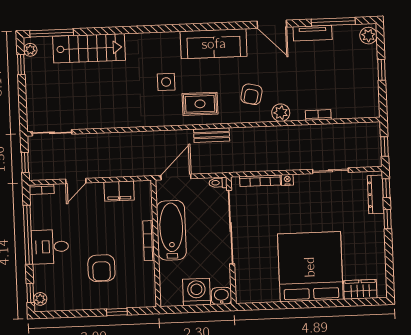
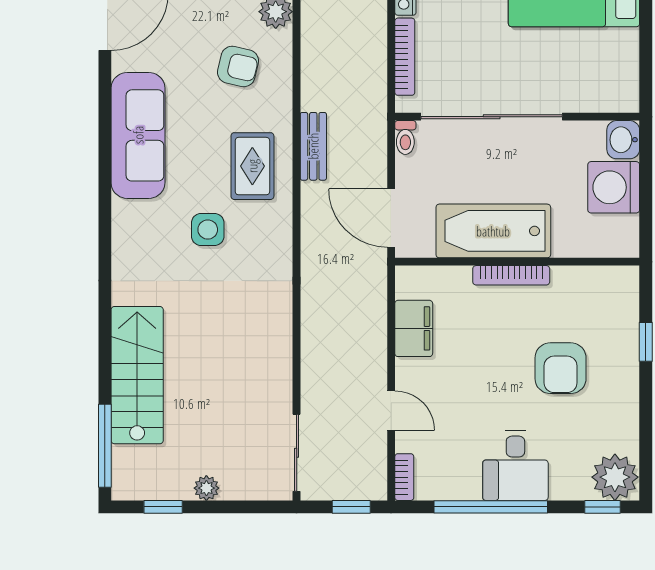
plant: (30, 50) -> (206, 488), moved
armchair: (101, 268) -> (561, 368), turned 90
plant: (40, 299) -> (615, 477), width x1.88, depth x1.88

